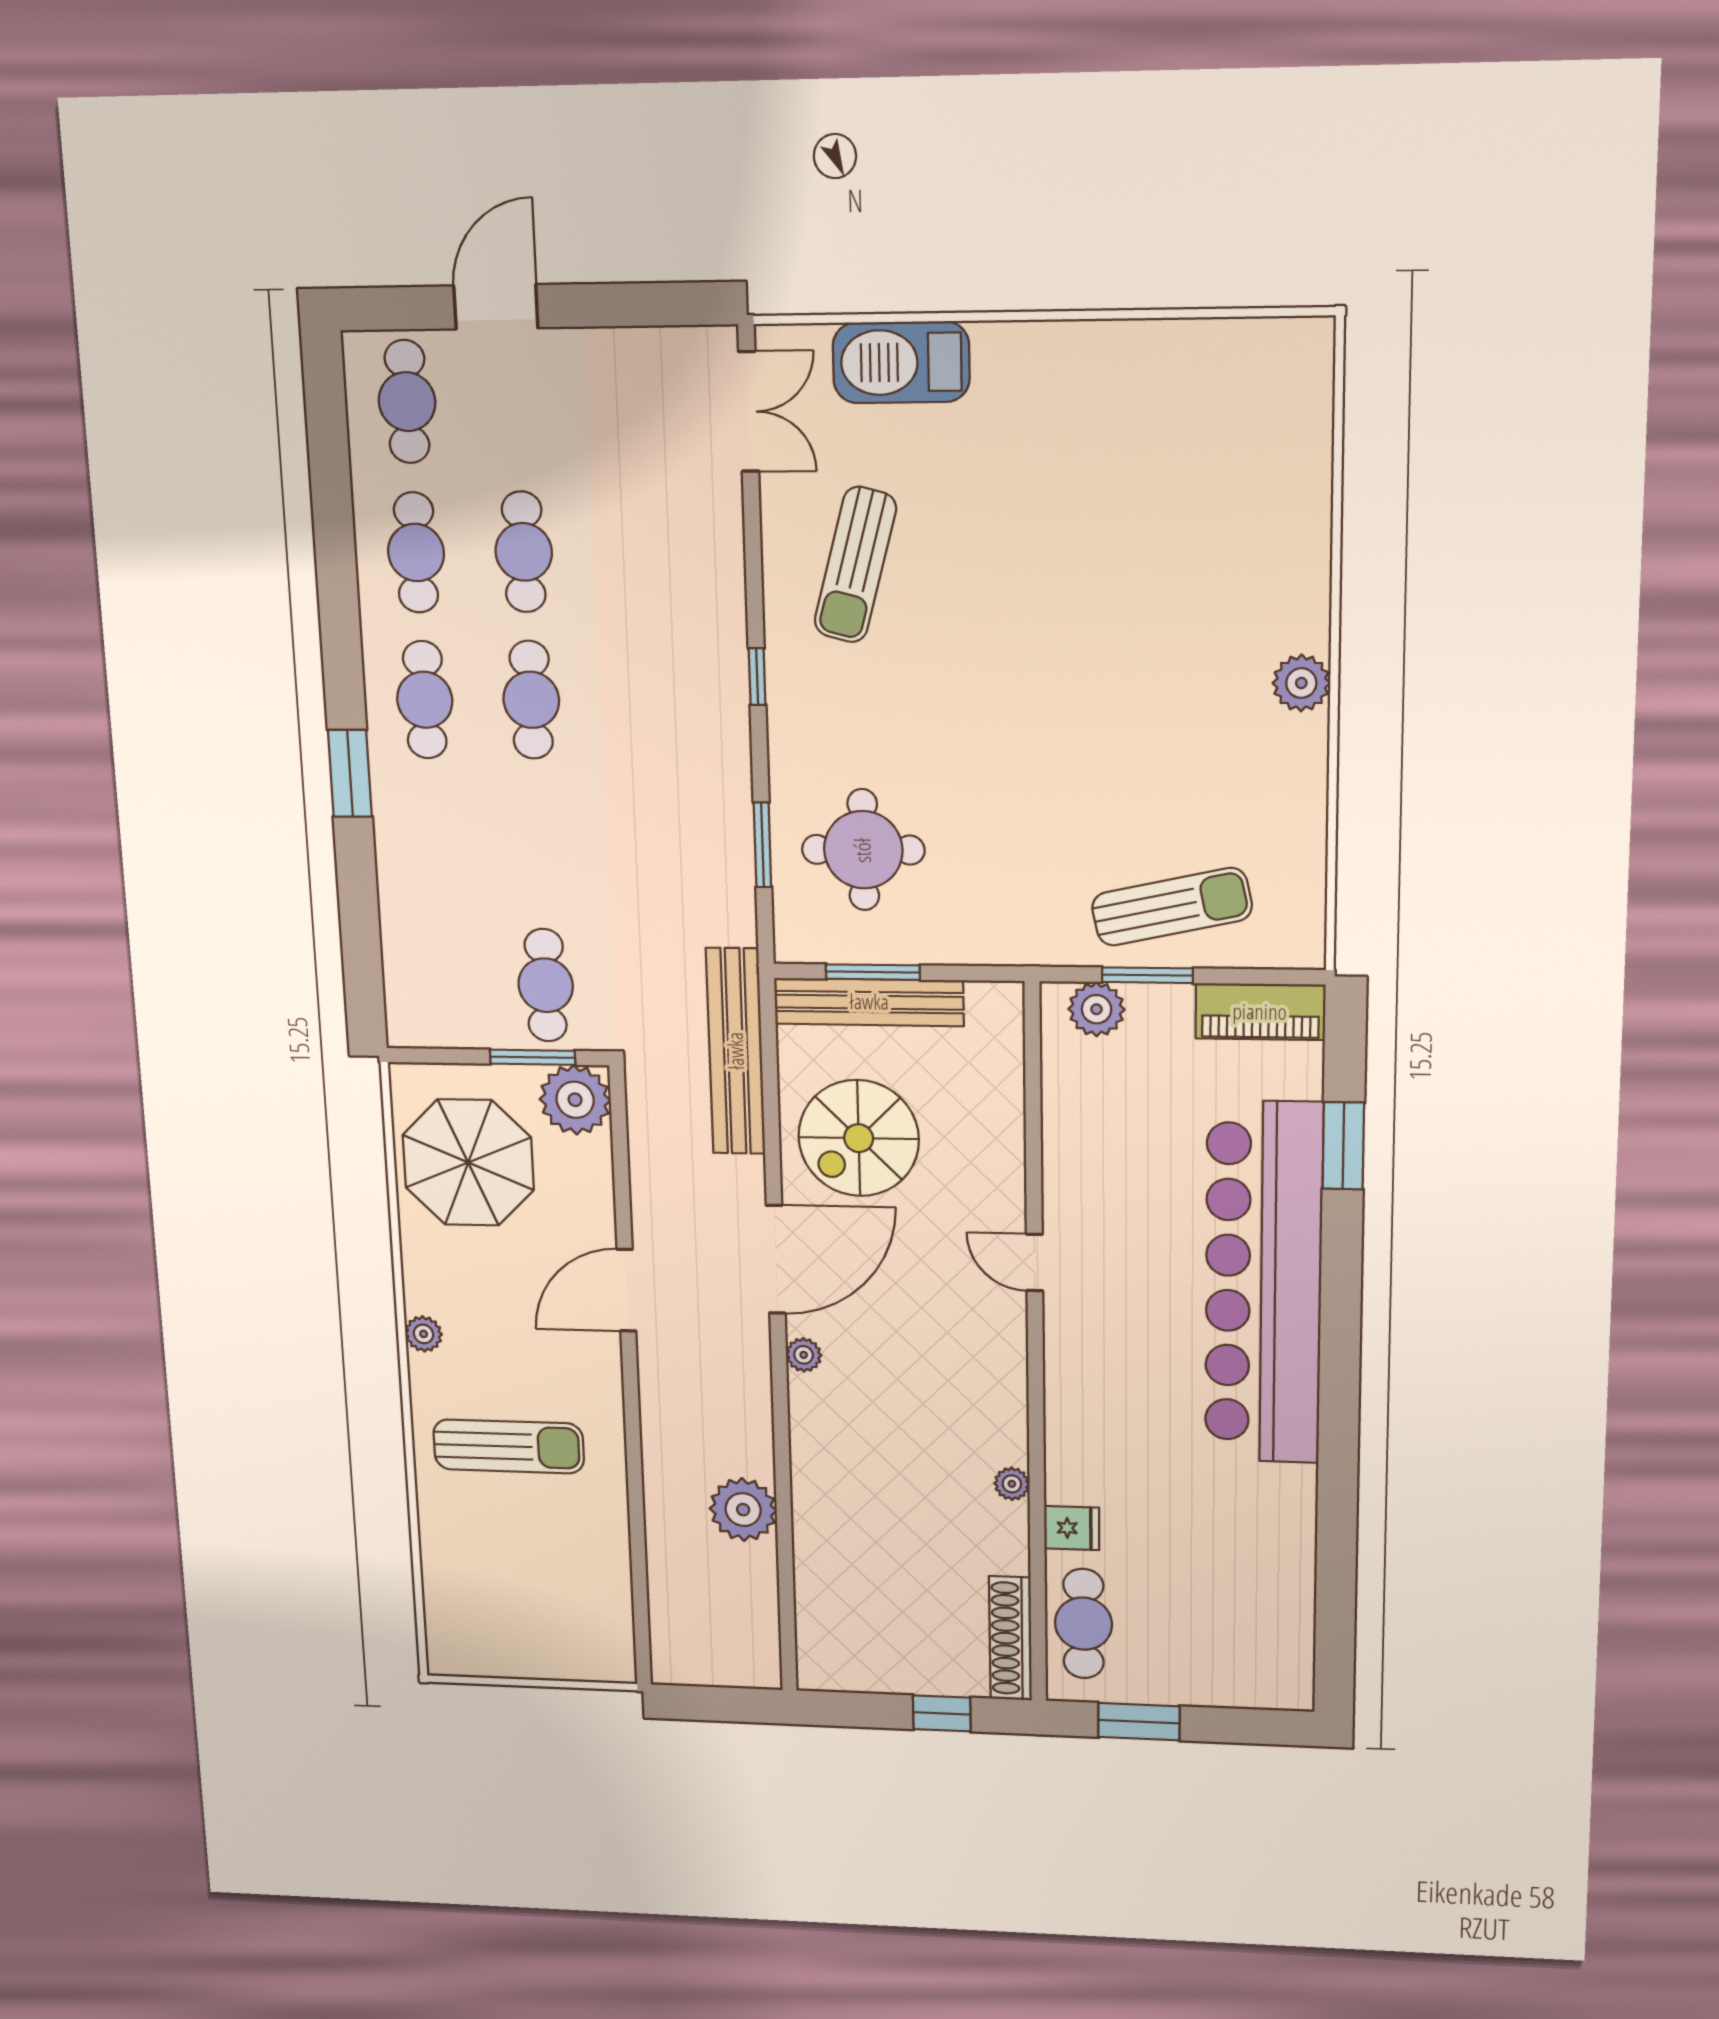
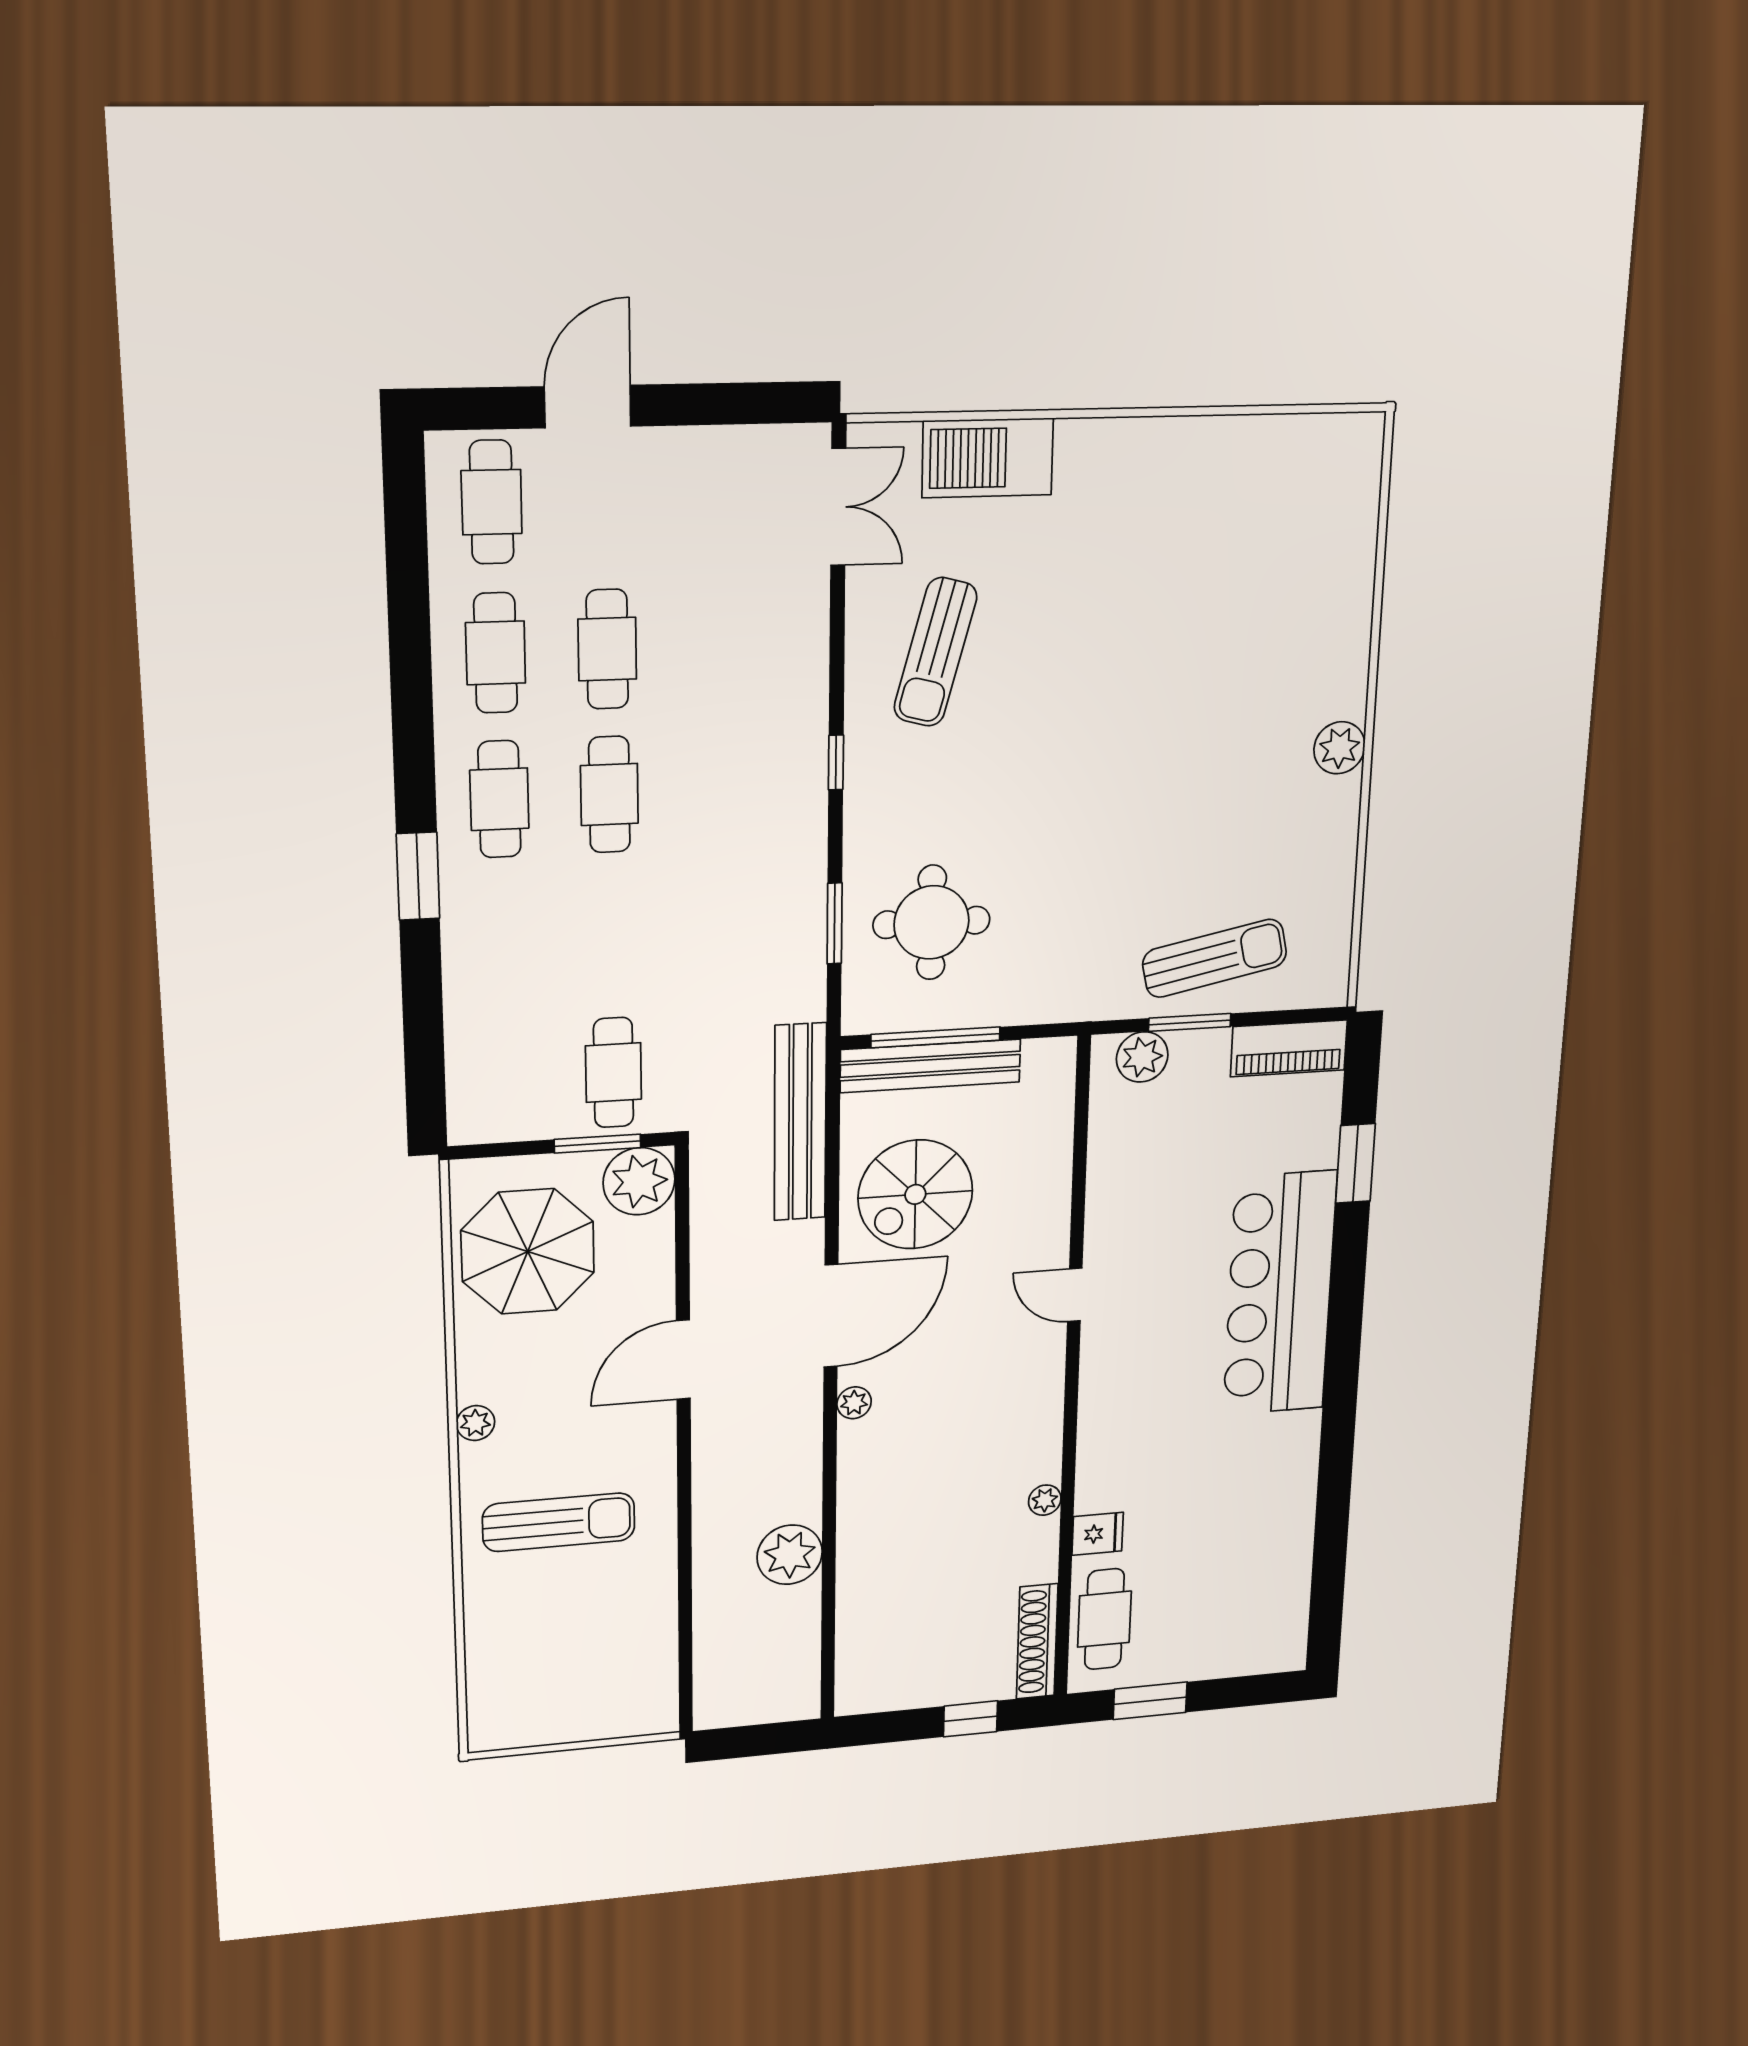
window: (873, 972) -> (936, 1037), width x1.44
bar counter: (1264, 1284) -> (1280, 1294), width x0.73

